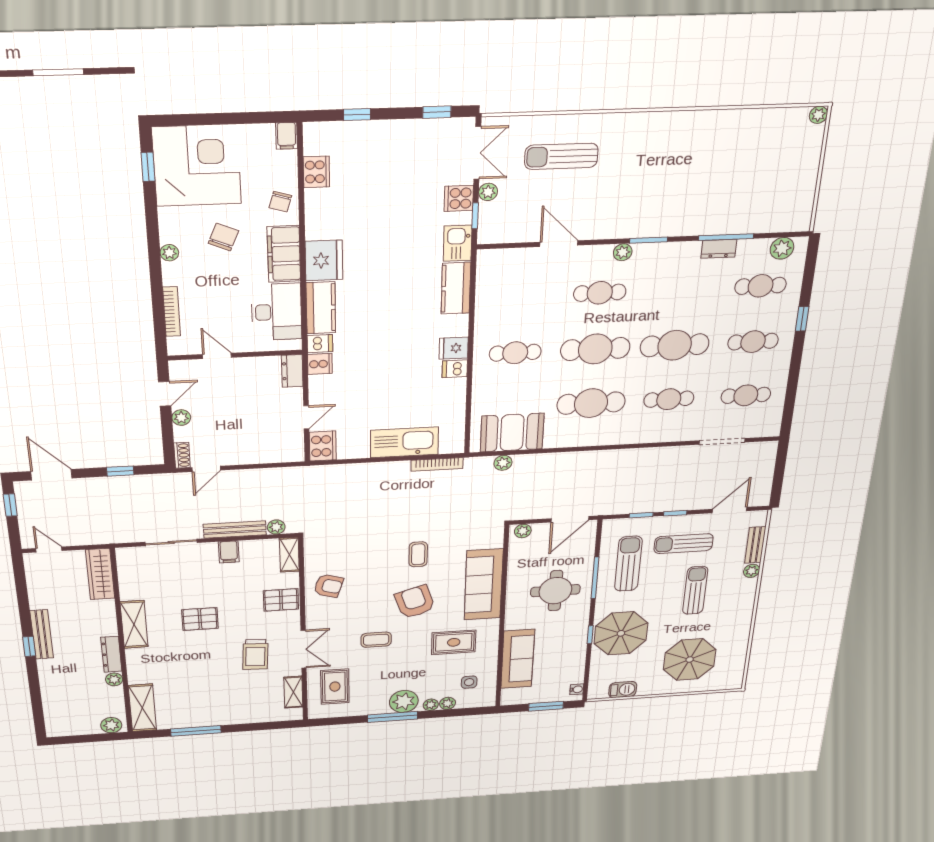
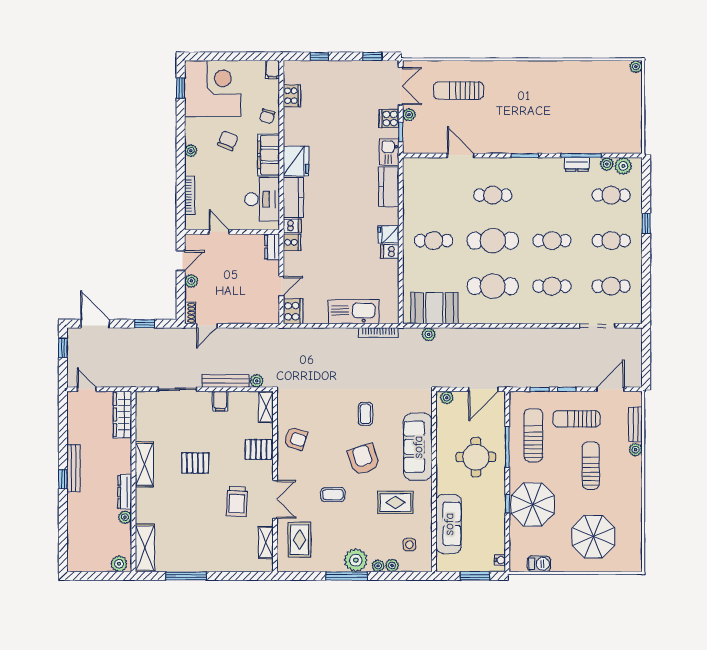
plant: (623, 252) -> (607, 164), moved
cafe table: (675, 345) -> (552, 241), width x0.73, depth x0.74

